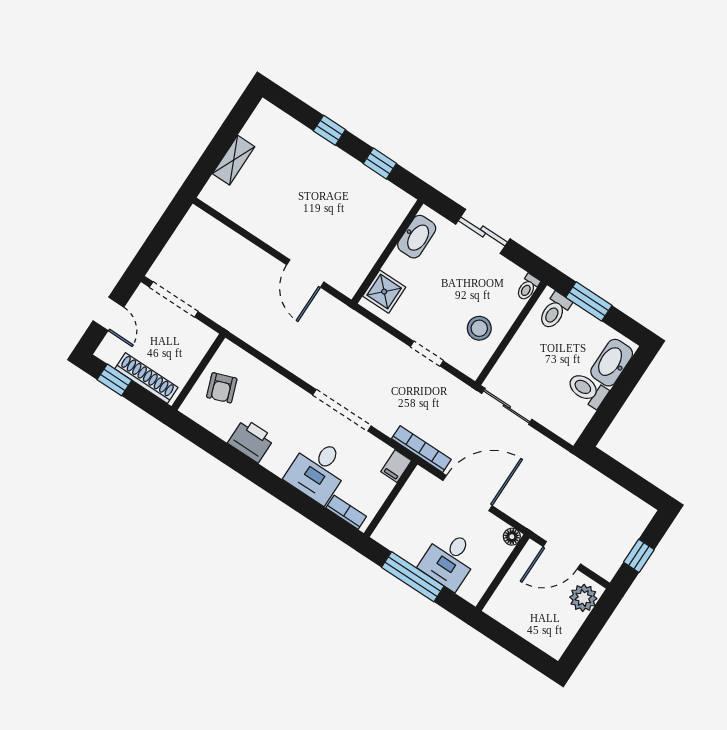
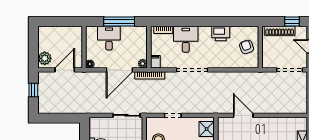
plant: (420, 477) -> (143, 64), added

